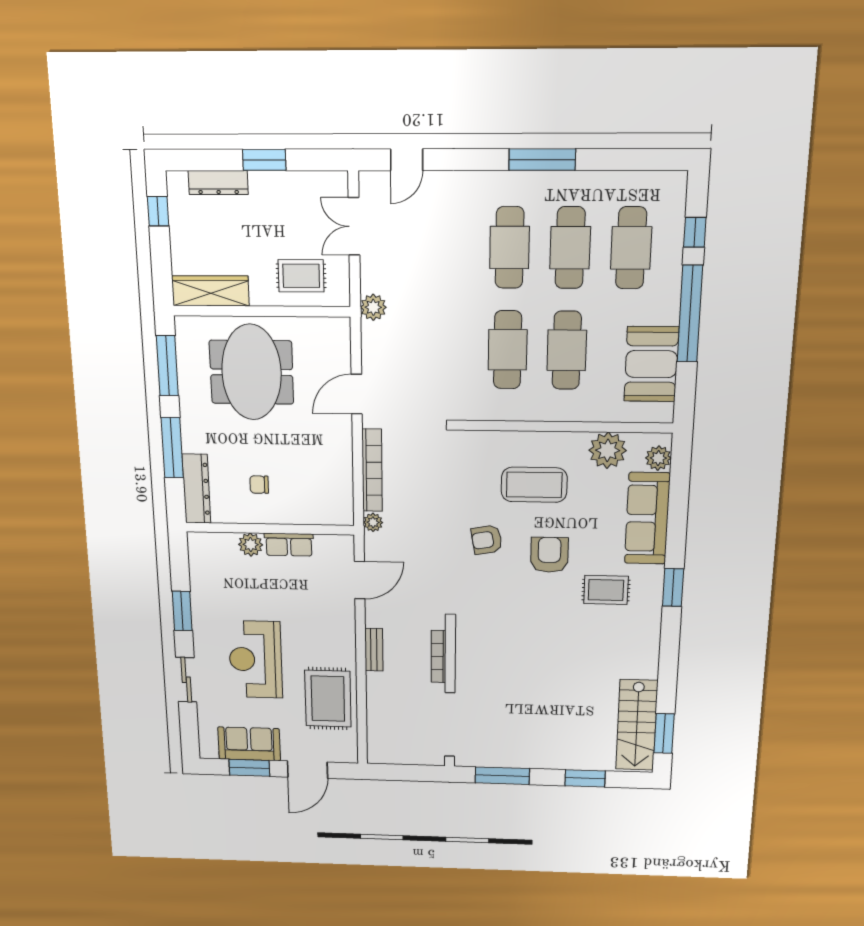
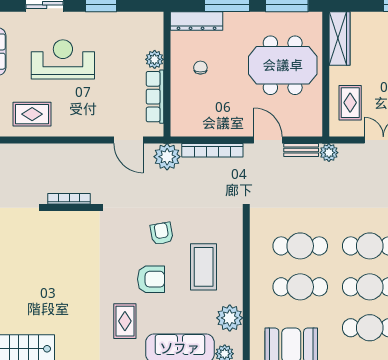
plant: (373, 522) -> (167, 157), width x1.88, depth x1.88
row of seats: (289, 545) -> (155, 97), width x1.48
bench: (374, 650) -> (301, 150), moved
rug: (328, 699) -> (32, 114), width x0.73, depth x0.70

